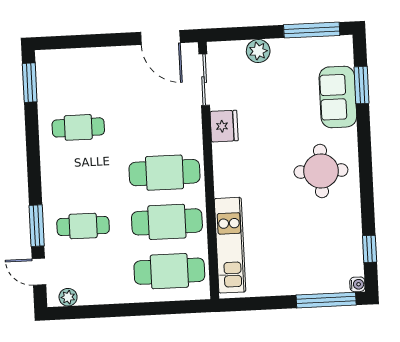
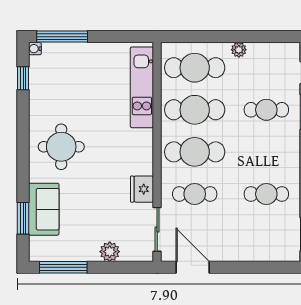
cafe table: (162, 123) -> (195, 194), added
plant: (68, 297) -> (239, 50), moved

